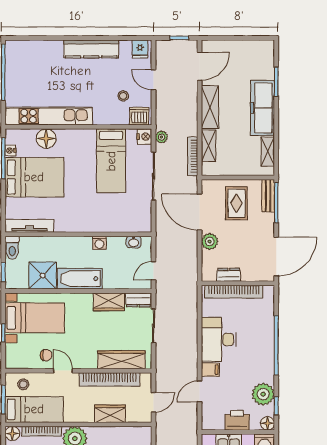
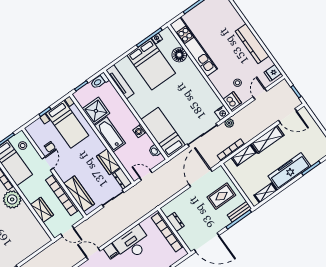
bed: (111, 161) -> (163, 132), moved, turned 90
plant: (210, 241) -> (187, 196), removed

